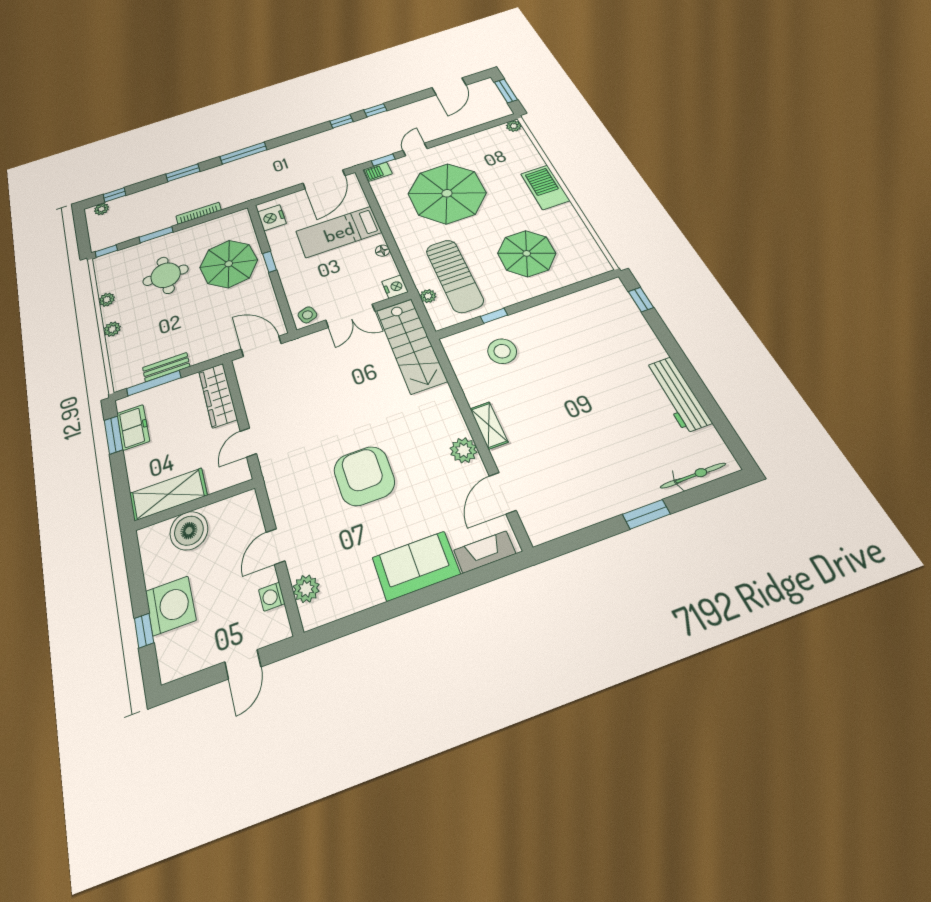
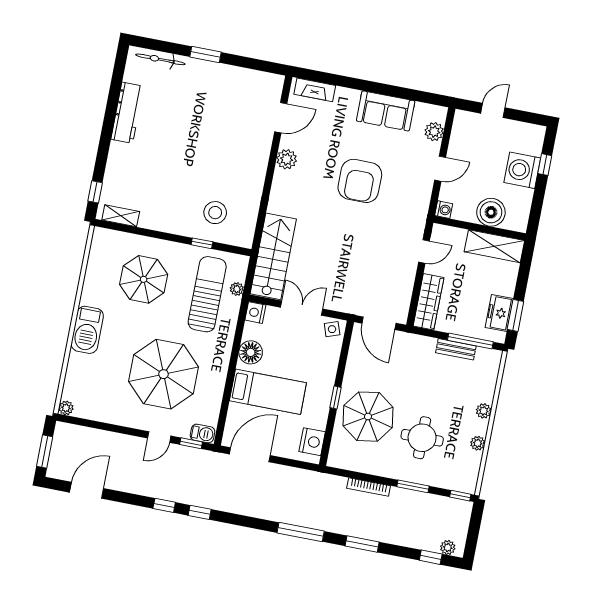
floor lamp: (382, 251) -> (251, 352), width x1.89, depth x1.89
shelving: (489, 425) -> (121, 216), moved, turned 90
sofa: (416, 566) -> (386, 111), moved
washing machine: (272, 597) -> (444, 210), moved

